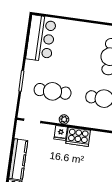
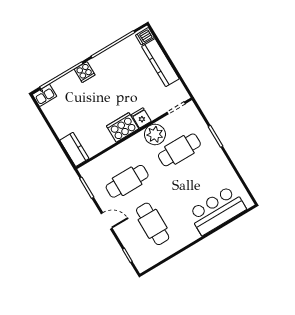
bar counter: (41, 38) -> (217, 210), moved, turned 90
plant: (64, 119) -> (155, 134), width x1.87, depth x1.87

